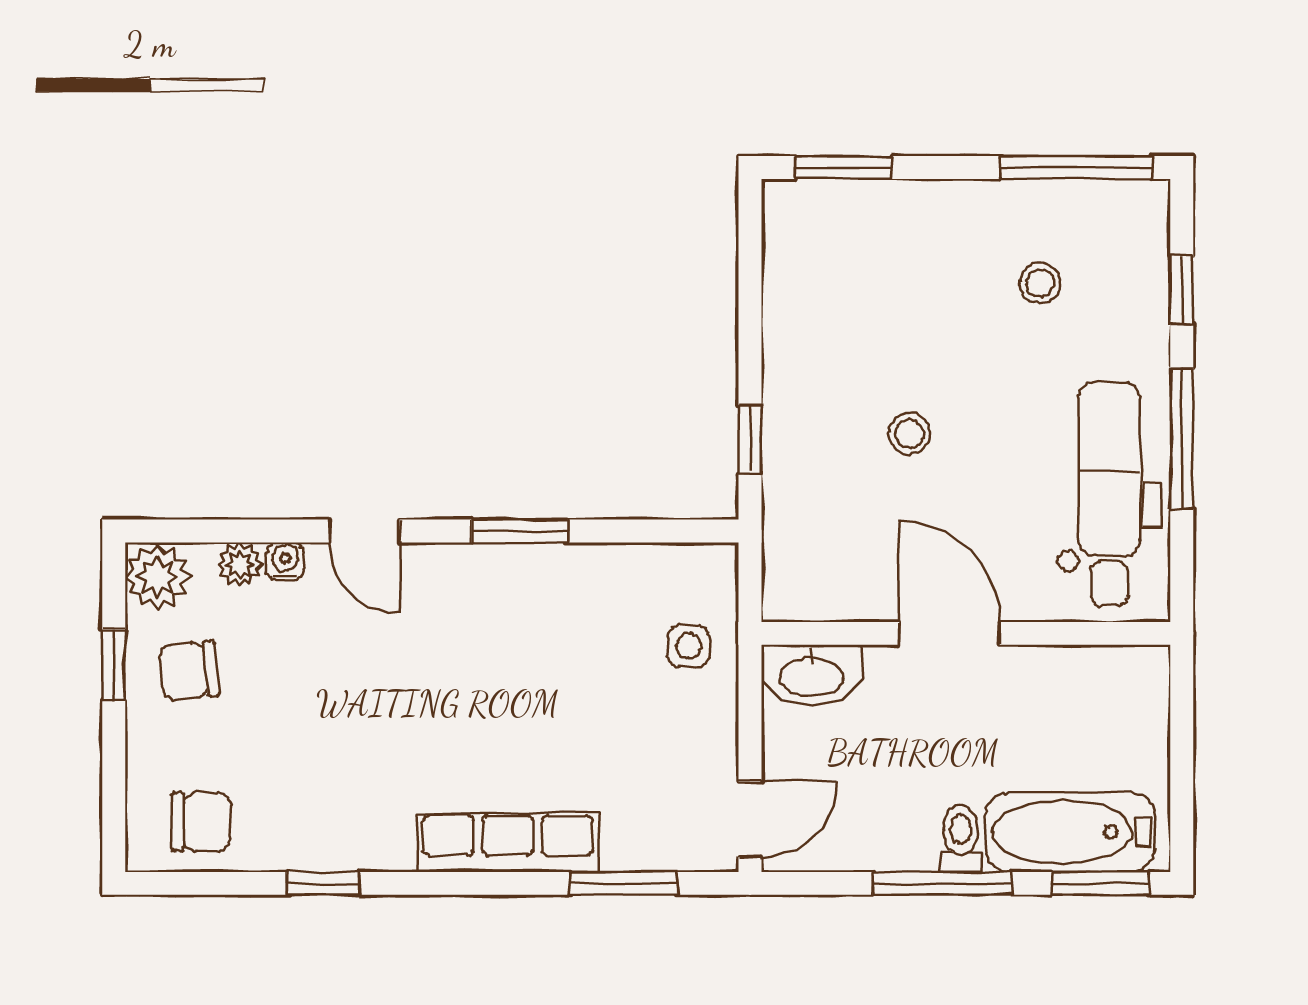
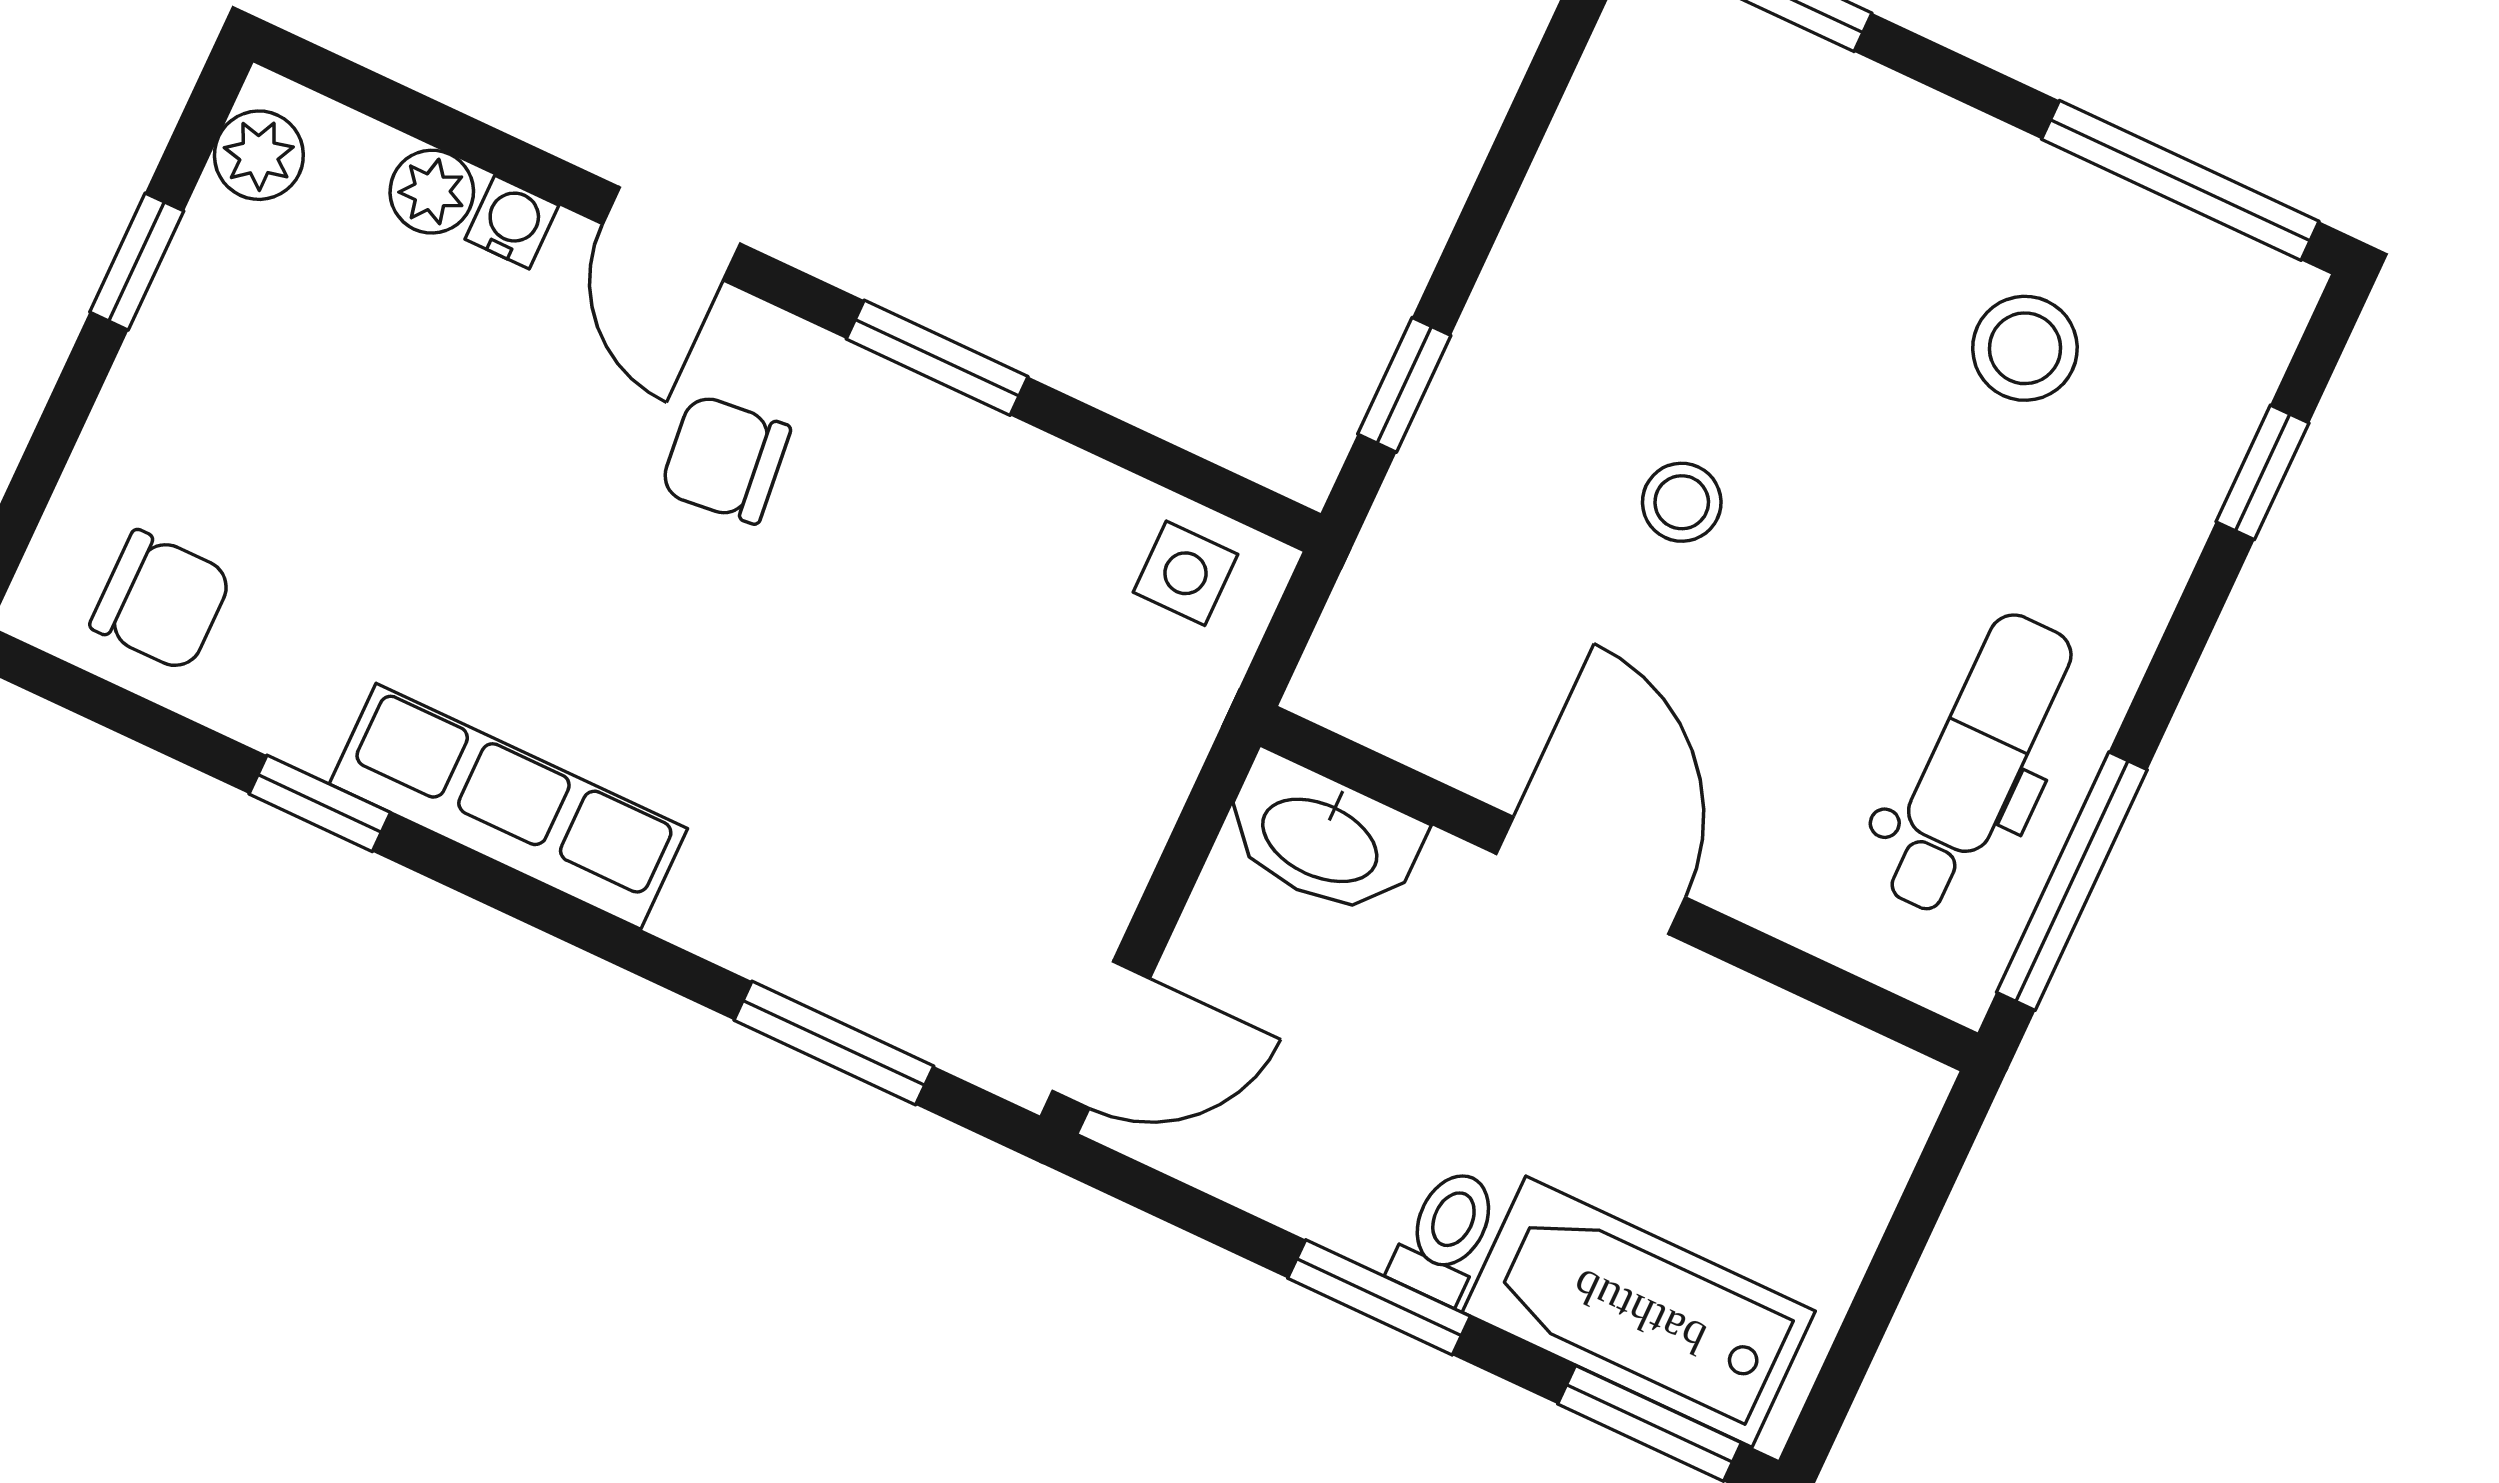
stool: (1040, 283) -> (2025, 348), width x1.37, depth x1.37
window: (1182, 439) -> (2072, 881), moved
dental chair: (1109, 494) -> (1975, 764), width x0.73, depth x0.72
plant: (157, 577) -> (259, 155), width x0.73, depth x0.73
side table: (688, 646) -> (1185, 573), moved
chair: (189, 671) -> (725, 459), moved
row of seats: (508, 843) -> (508, 806), moved
window: (942, 883) -> (1379, 1297), width x0.69

